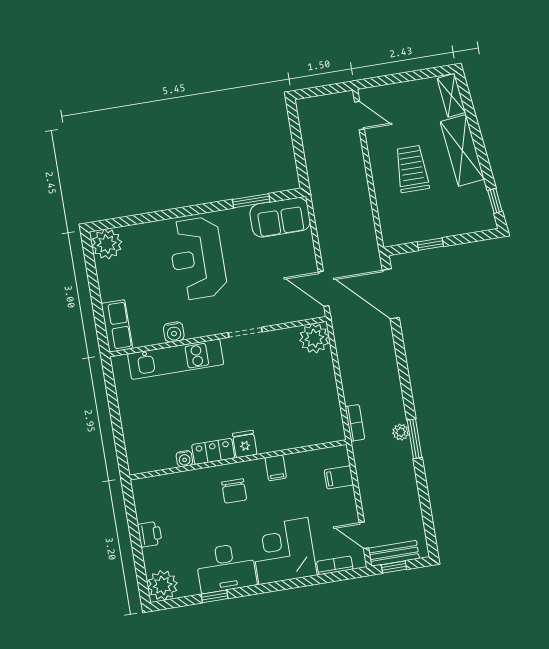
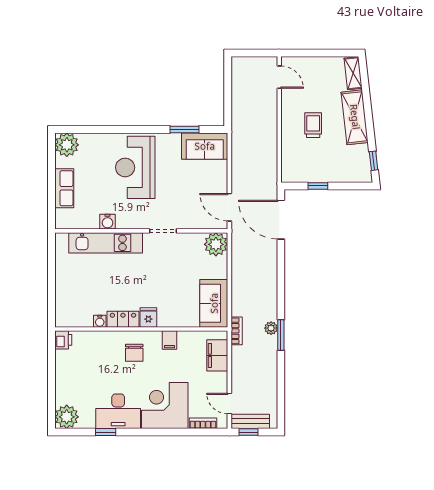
trolley: (412, 169) -> (313, 125), width x0.73, depth x0.72
row of seats: (117, 326) -> (64, 188), moved
sofa: (324, 413) -> (214, 303), added
bookcase: (355, 423) -> (237, 331), moved
filing cabinet: (339, 477) -> (217, 355), width x2.00
printer: (150, 534) -> (63, 340), moved

